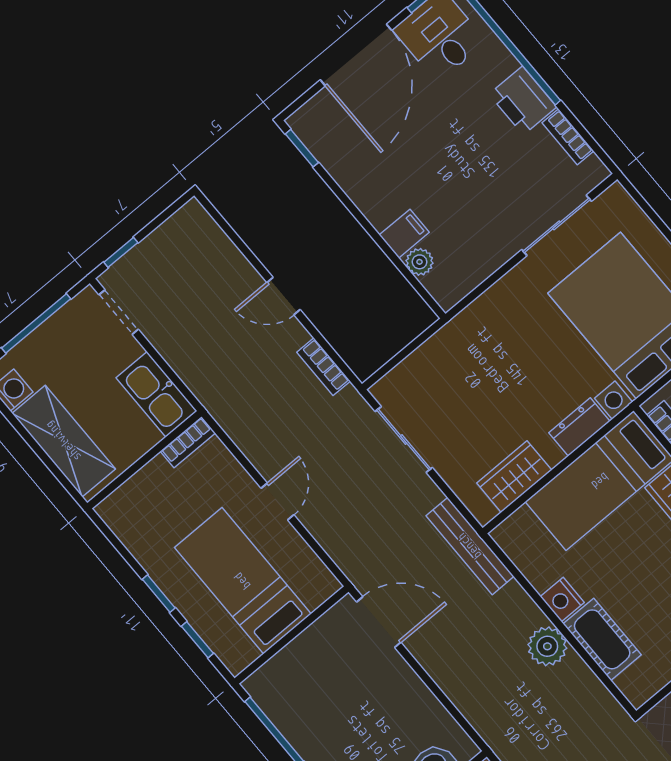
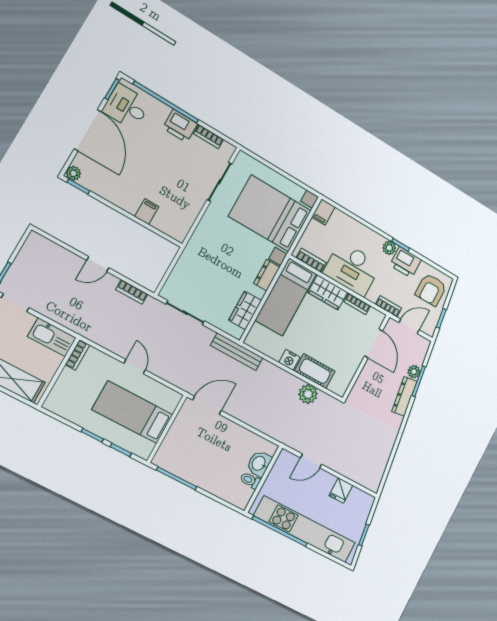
plant: (420, 262) -> (73, 173), moved
plant: (547, 646) -> (308, 394), moved

